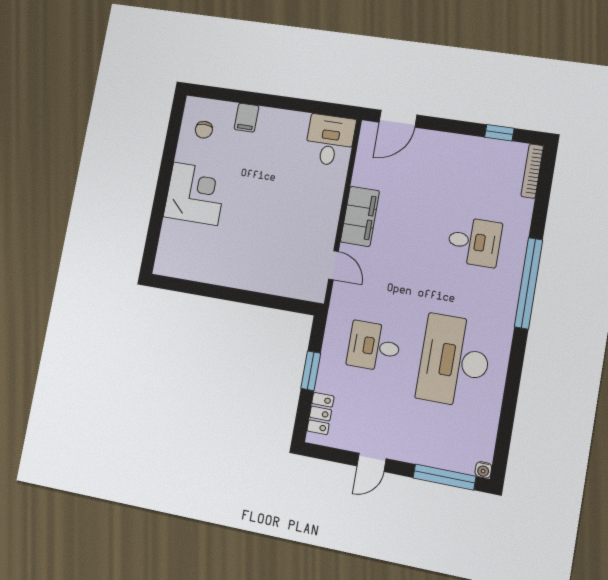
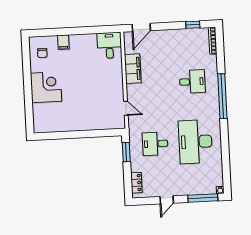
filing cabinet: (360, 216) -> (133, 69), moved
window: (311, 371) -> (126, 152), moved

